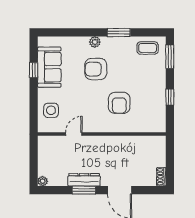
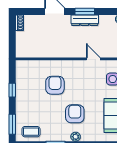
armchair: (96, 69) -> (75, 114), turned -90
door: (74, 134) -> (93, 59), swing flipped

